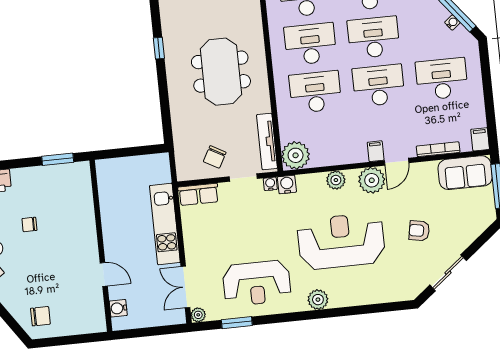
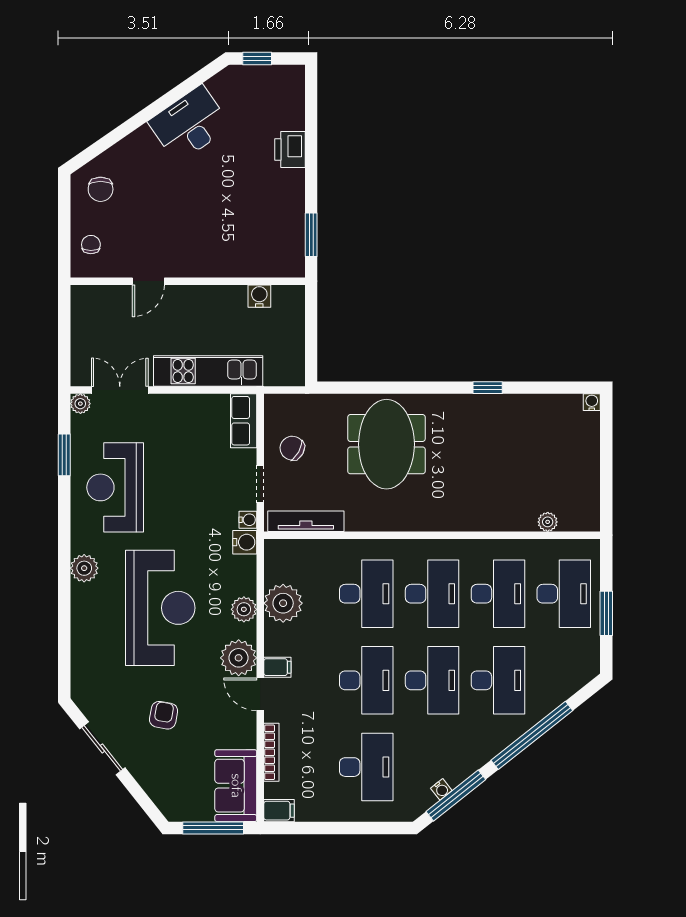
window: (159, 48) -> (488, 388), moved
meeting table: (221, 72) -> (386, 444), moved, turned 90
plant: (296, 155) -> (283, 603), moved
chair: (29, 224) -> (91, 245), moved
water cooler: (118, 308) -> (259, 296), moved

